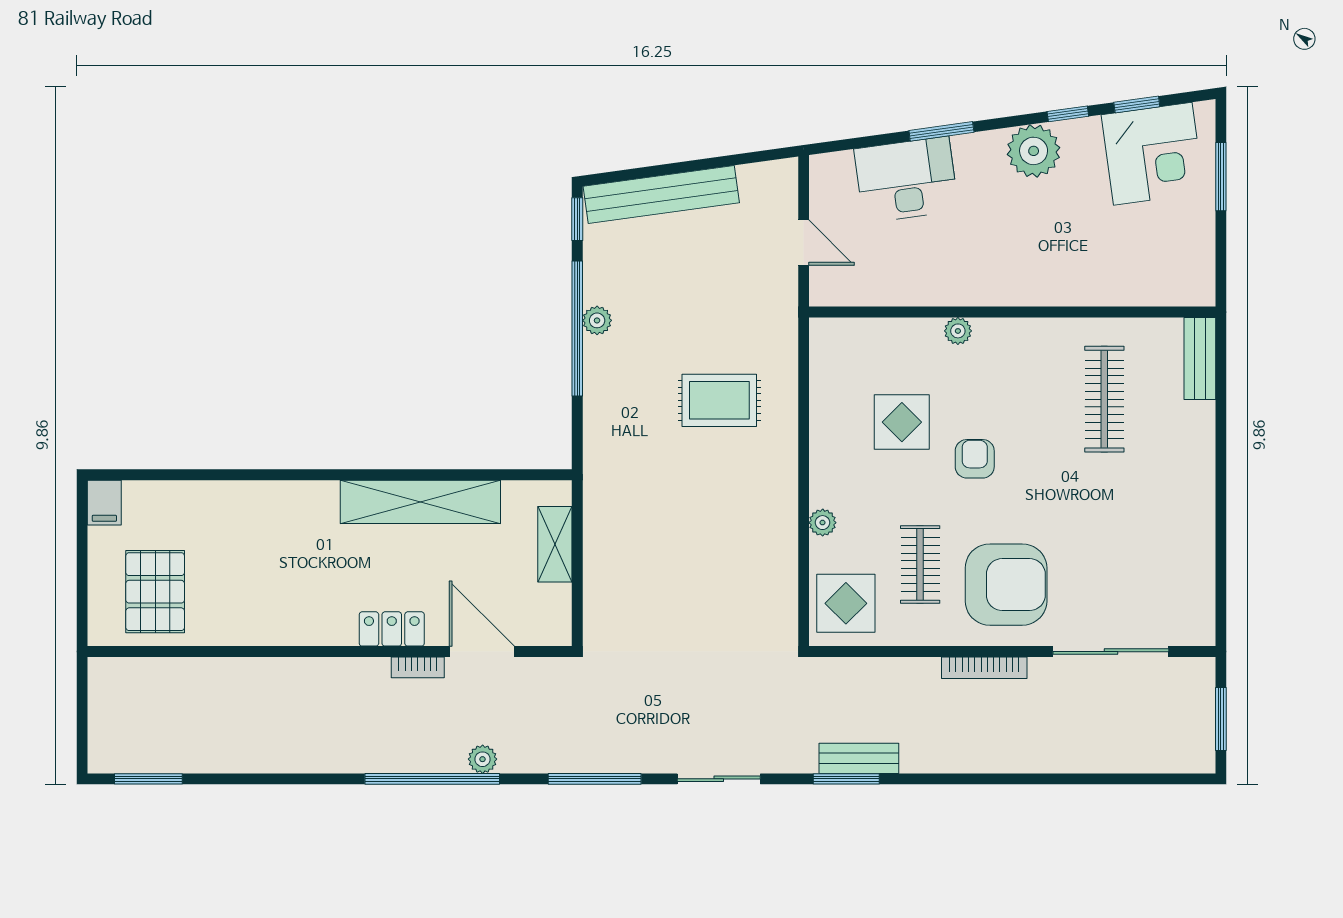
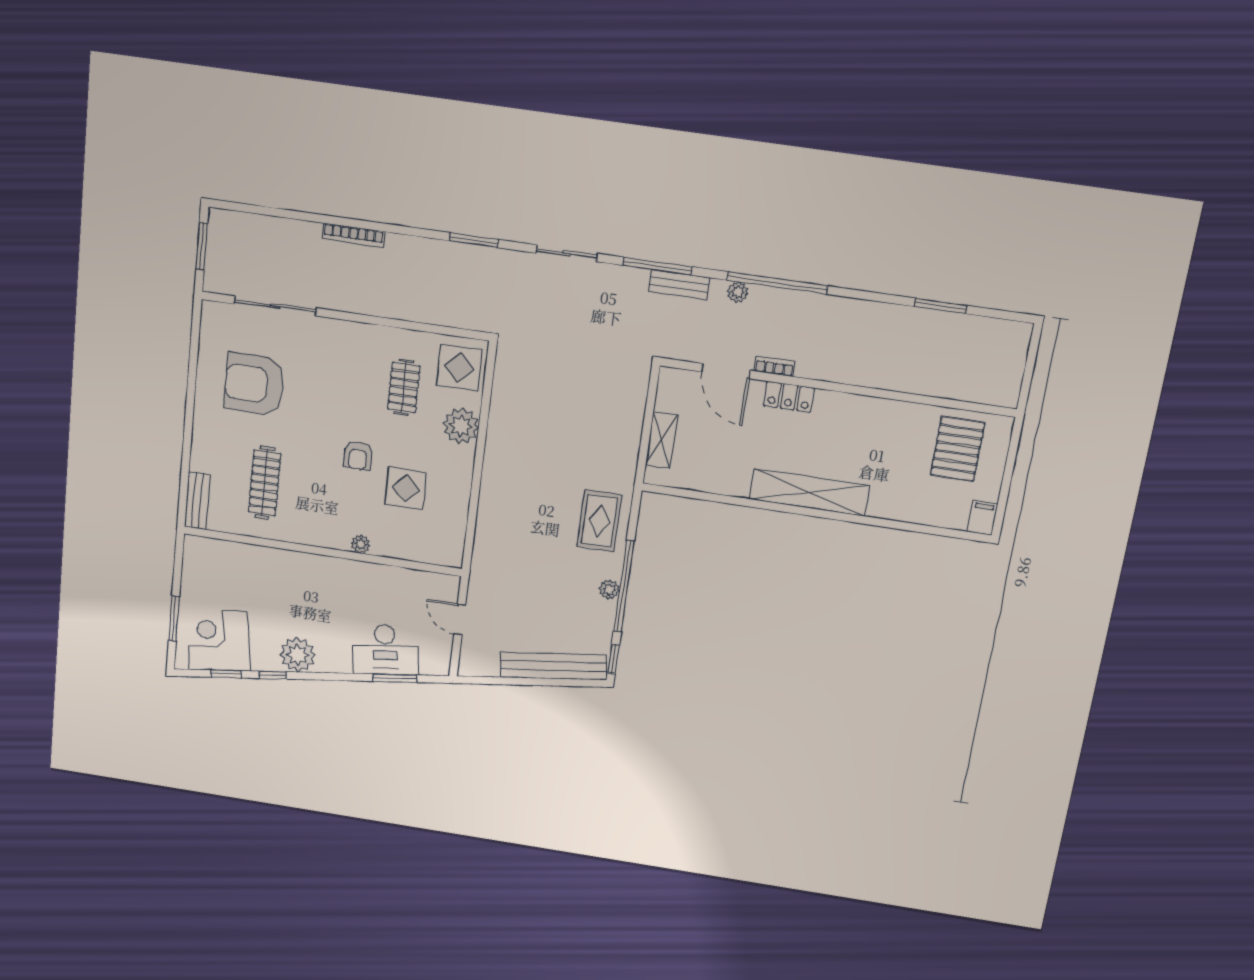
window: (941, 131) -> (395, 678), moved
rug: (719, 400) -> (599, 521), moved, turned 90
shelving: (420, 502) -> (809, 492), moved
plant: (823, 523) -> (461, 426), width x1.88, depth x1.88
armchair: (1006, 585) -> (254, 384), moved
bookcase: (984, 668) -> (353, 235), moved, turned 180
bench: (859, 758) -> (679, 285), moved
window: (148, 779) -> (940, 306), moved

